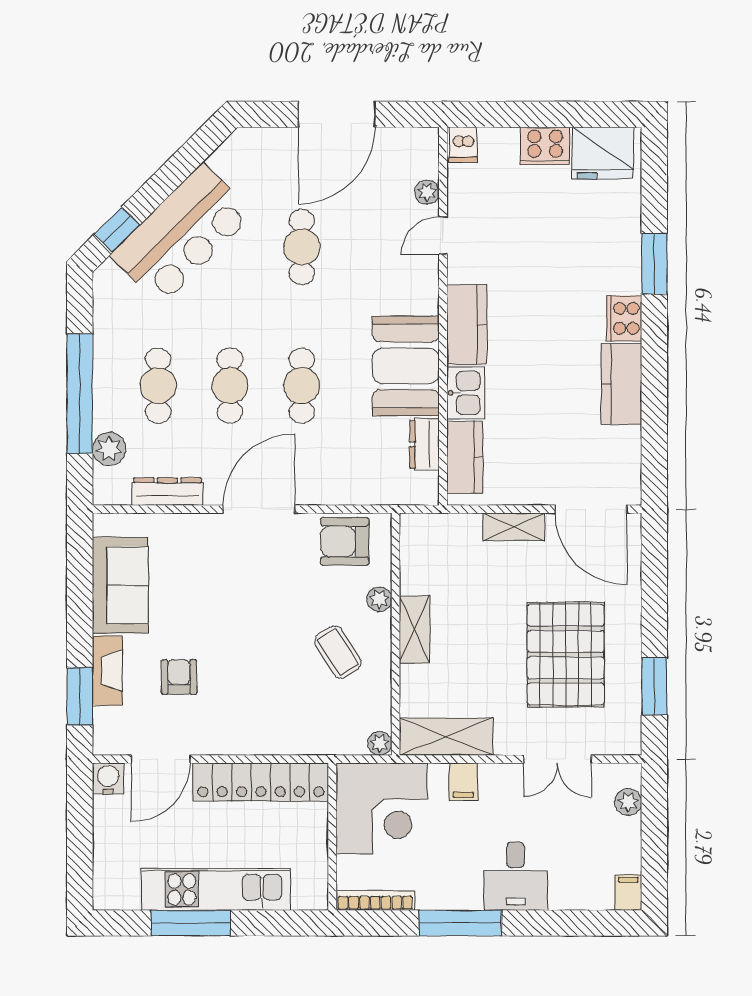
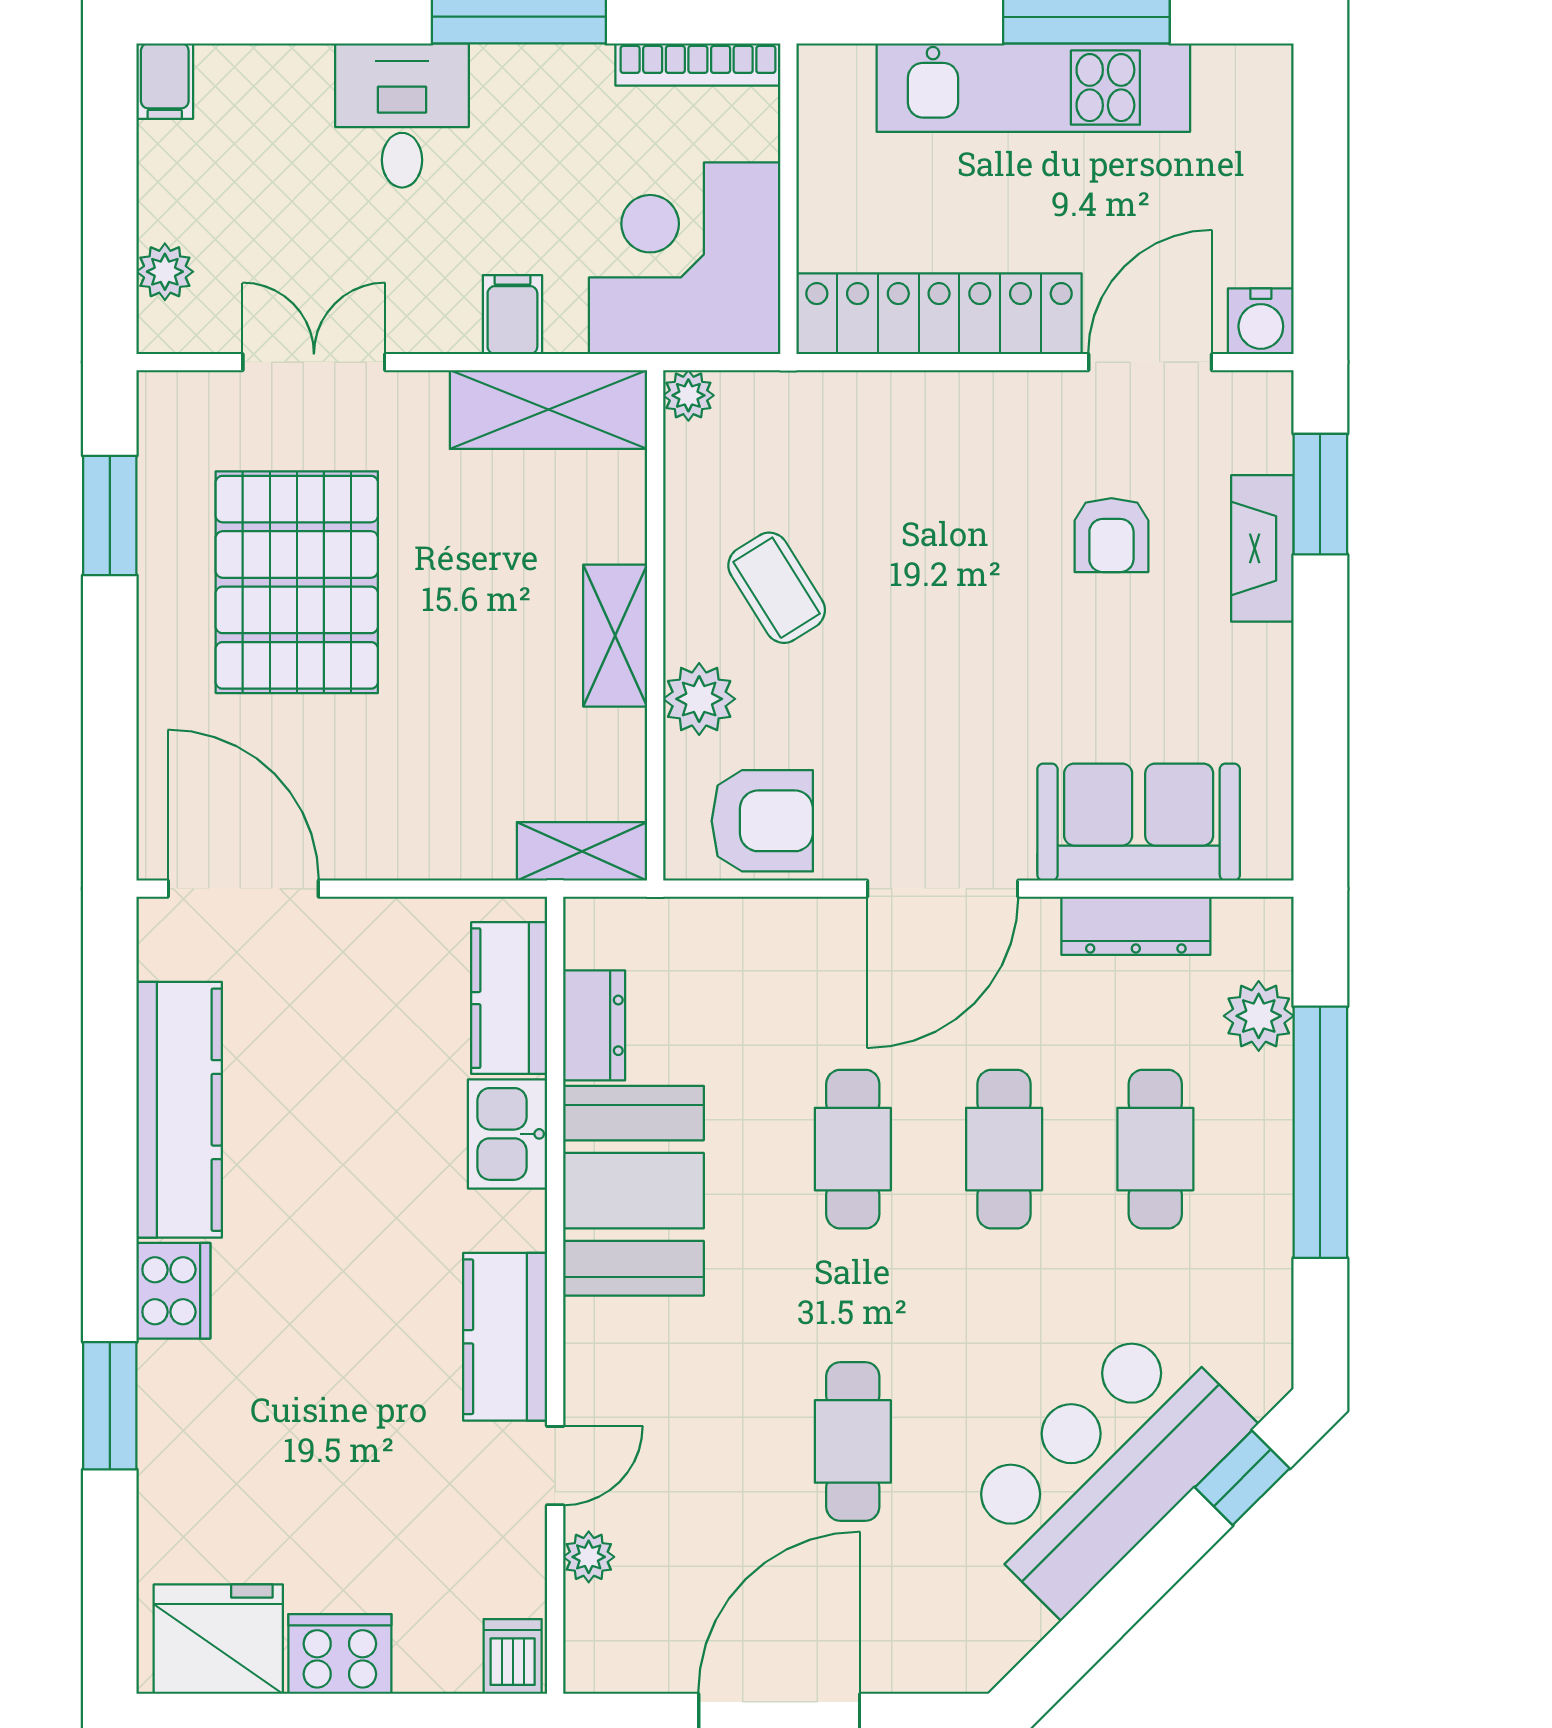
kitchen counter: (467, 325) -> (505, 1337), moved
kitchen counter: (621, 384) -> (179, 1110), width x1.50
shelving: (514, 527) -> (582, 851), moved
sofa: (120, 585) -> (1139, 822), moved, turned 90
plant: (379, 599) -> (699, 699), width x1.38, depth x1.38

